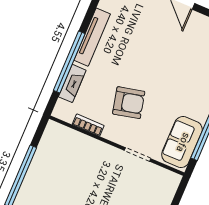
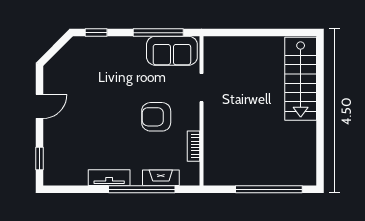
tv unit: (92, 37) -> (109, 178), width x0.71
armchair: (129, 103) -> (156, 117), turned -77

